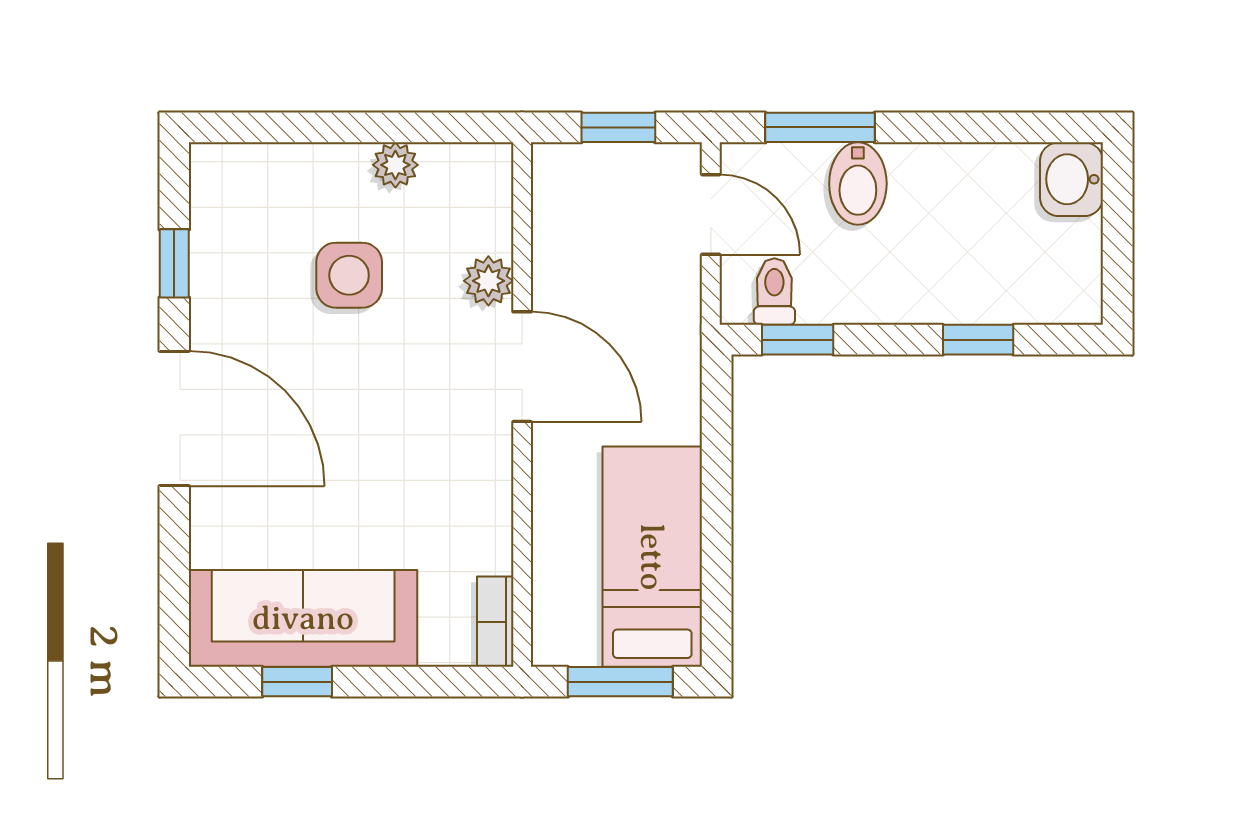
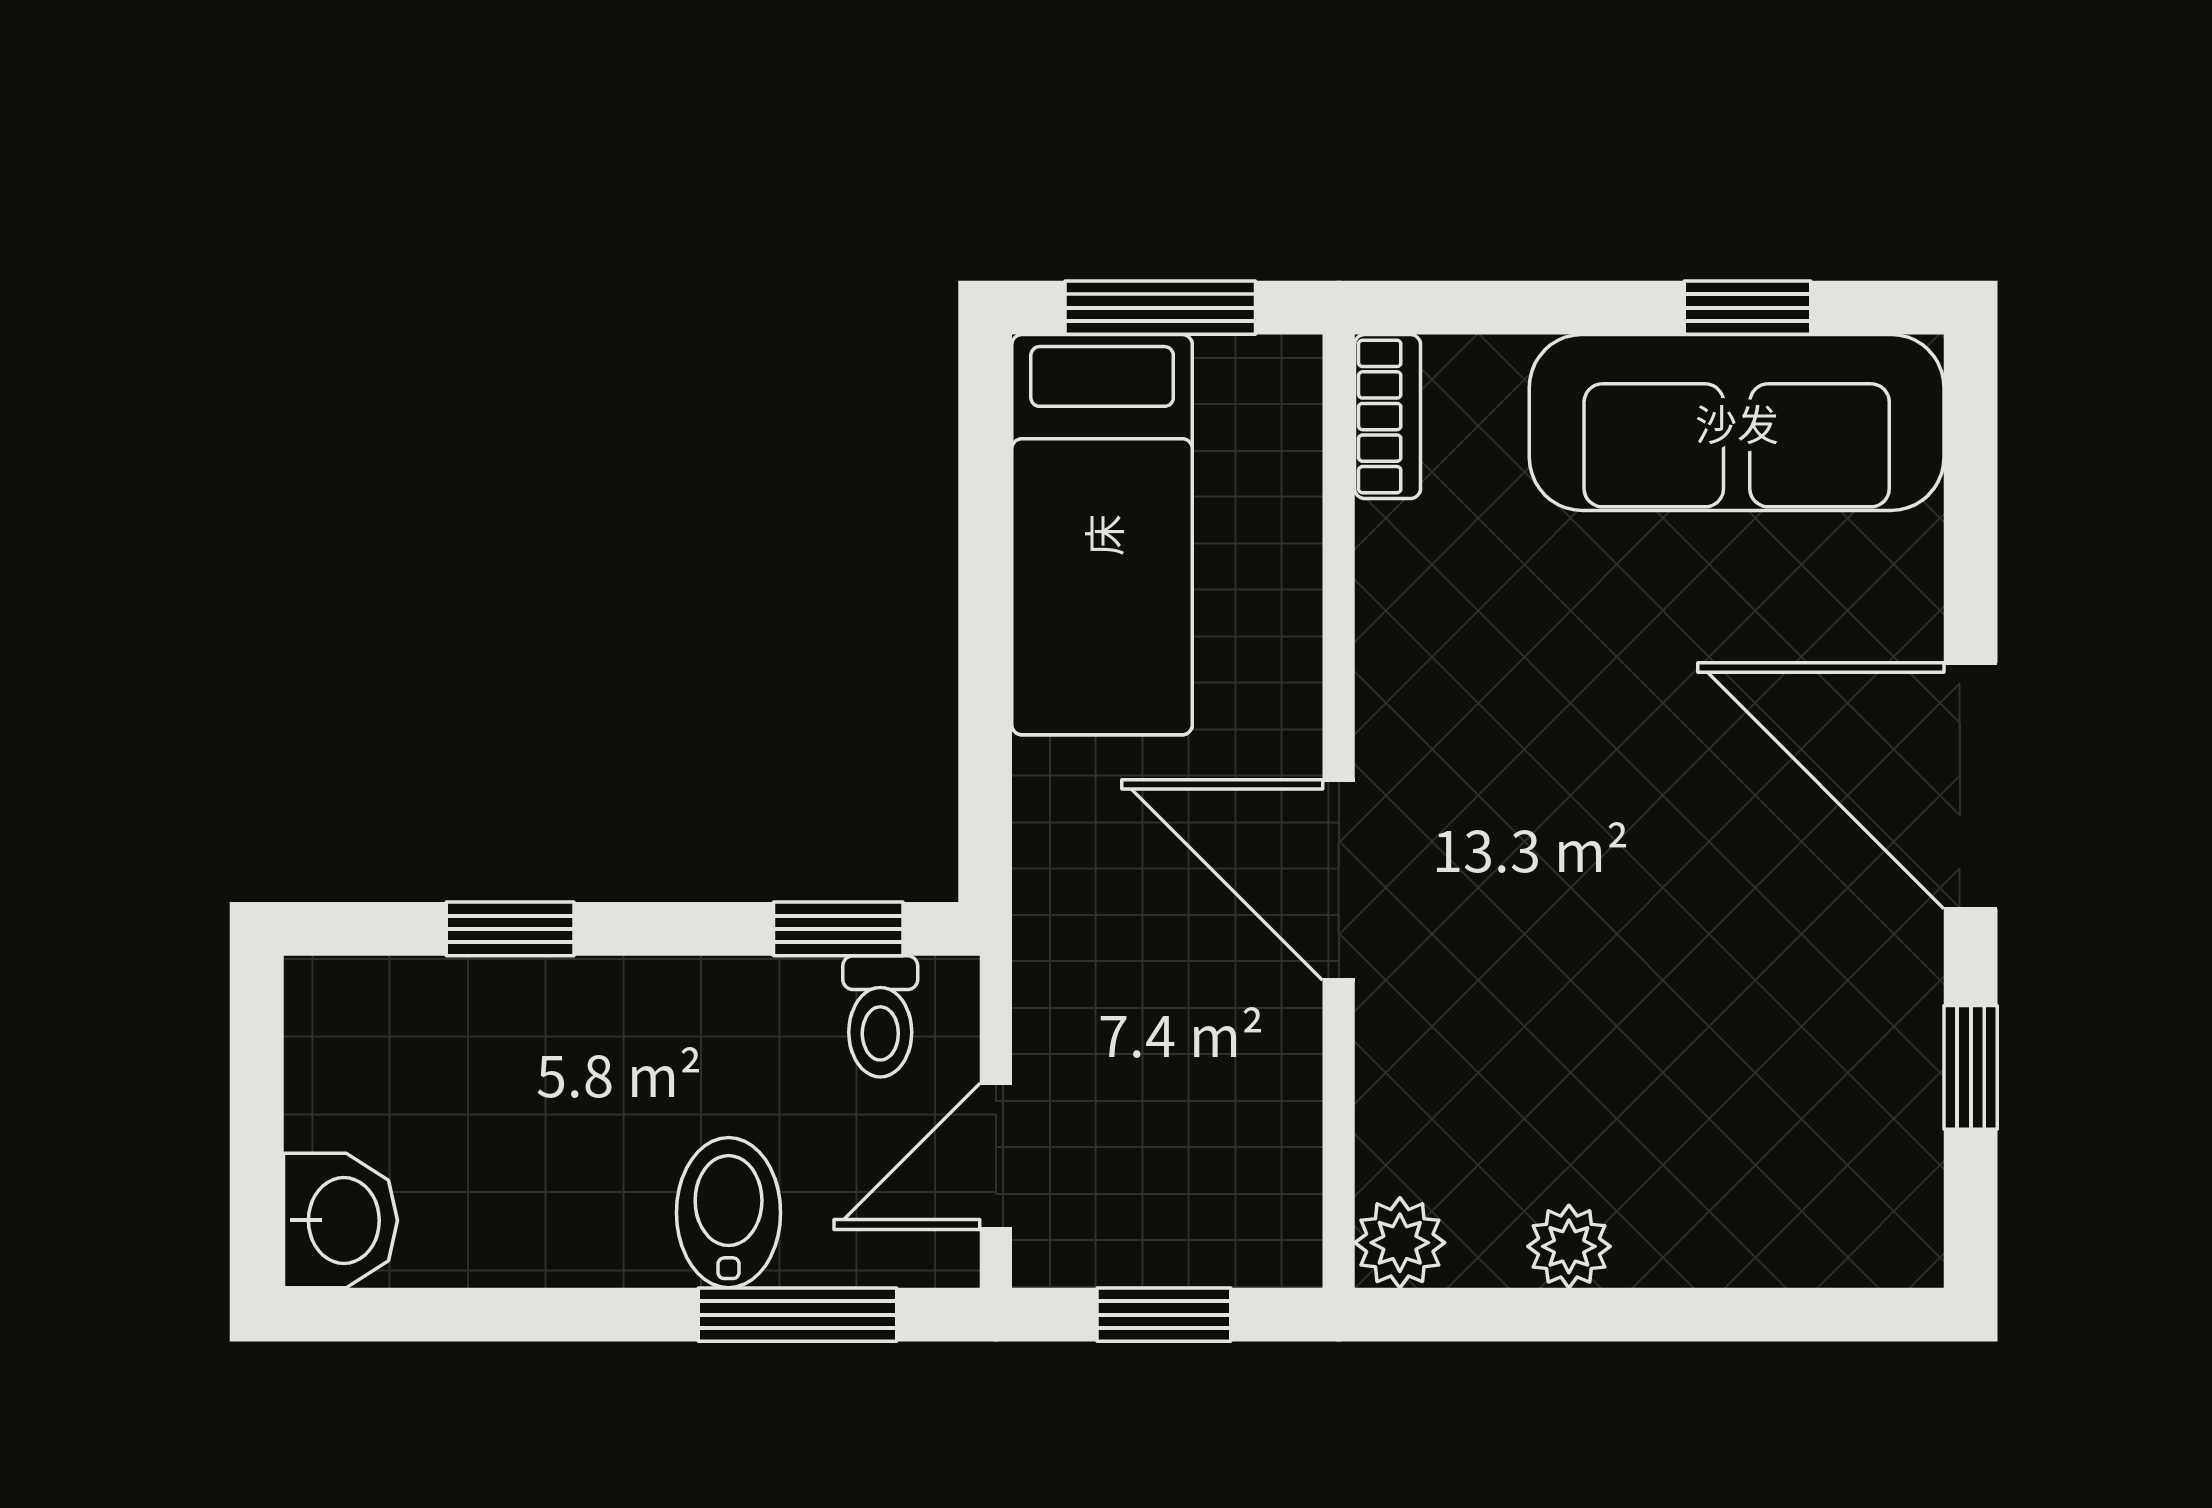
door: (711, 215) -> (996, 1156), hinge flipped
side table: (349, 275) -> (1653, 1046), removed
plant: (488, 281) -> (1400, 1243), moved

